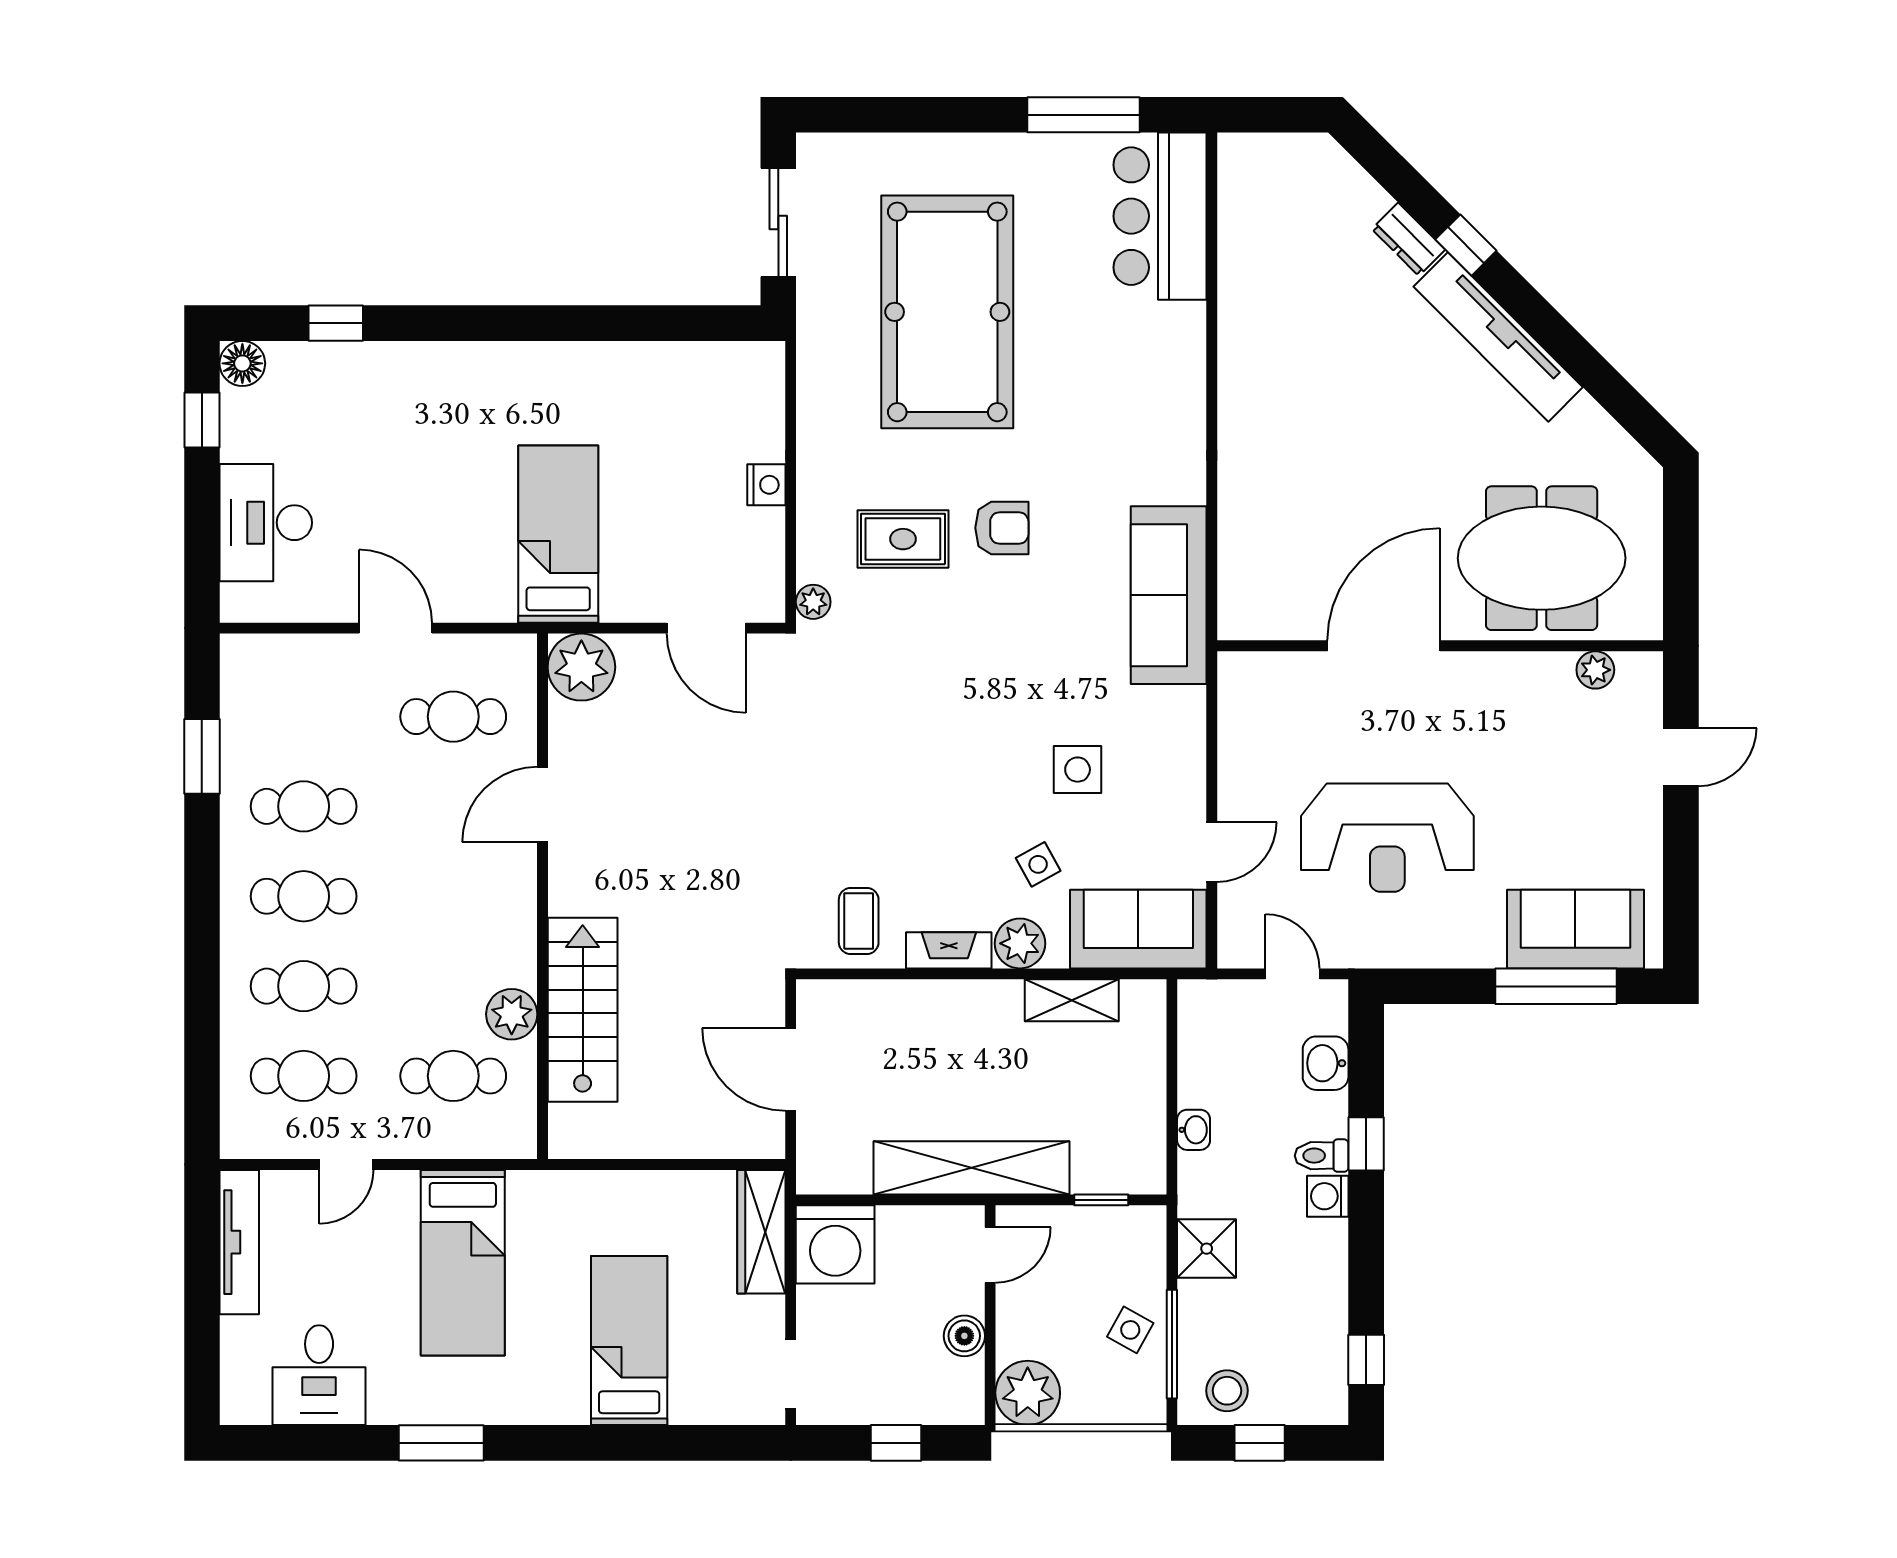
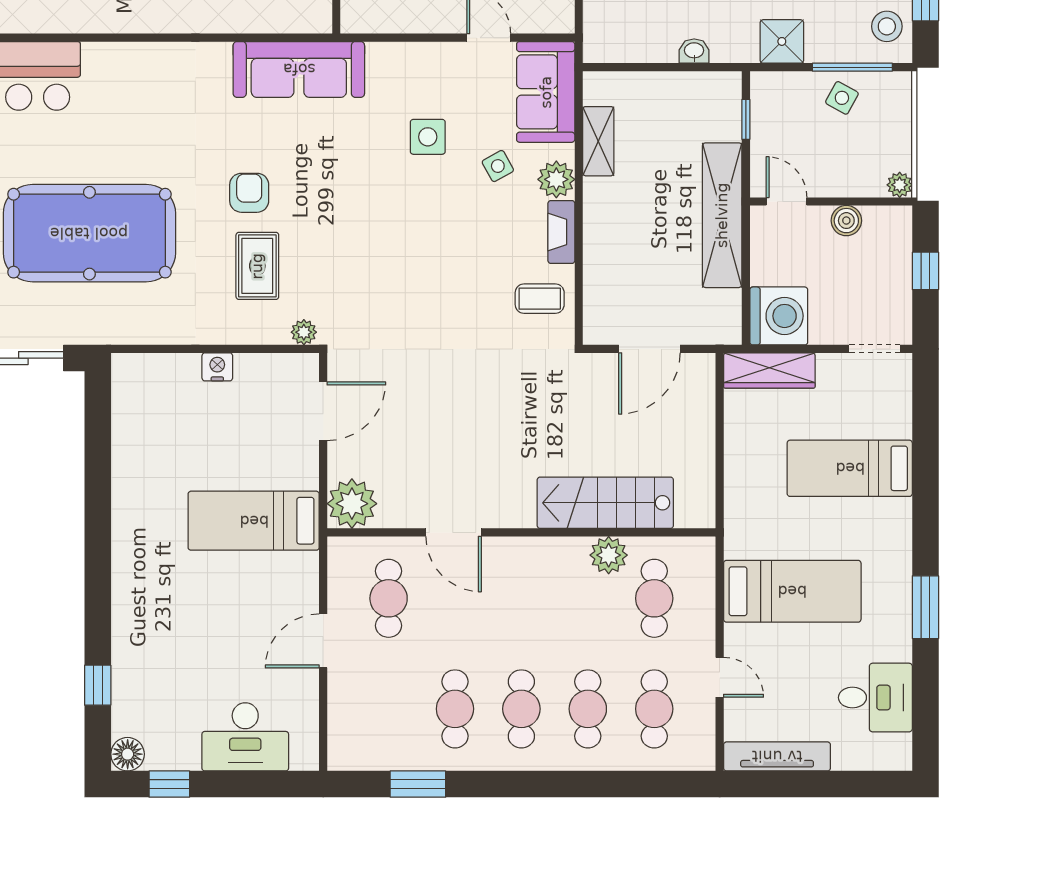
plant: (1028, 1393) -> (900, 185), width x0.53, depth x0.53

